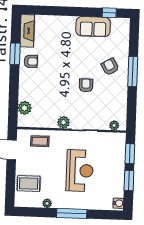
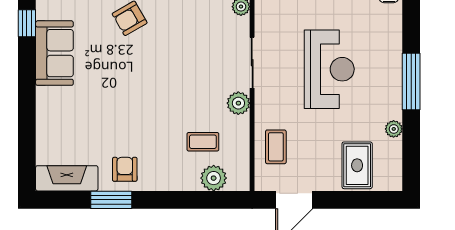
armchair: (86, 85) -> (167, 63), removed
coffee table: (44, 103) -> (203, 142), added
reception desk: (80, 171) -> (329, 69), turned 90

